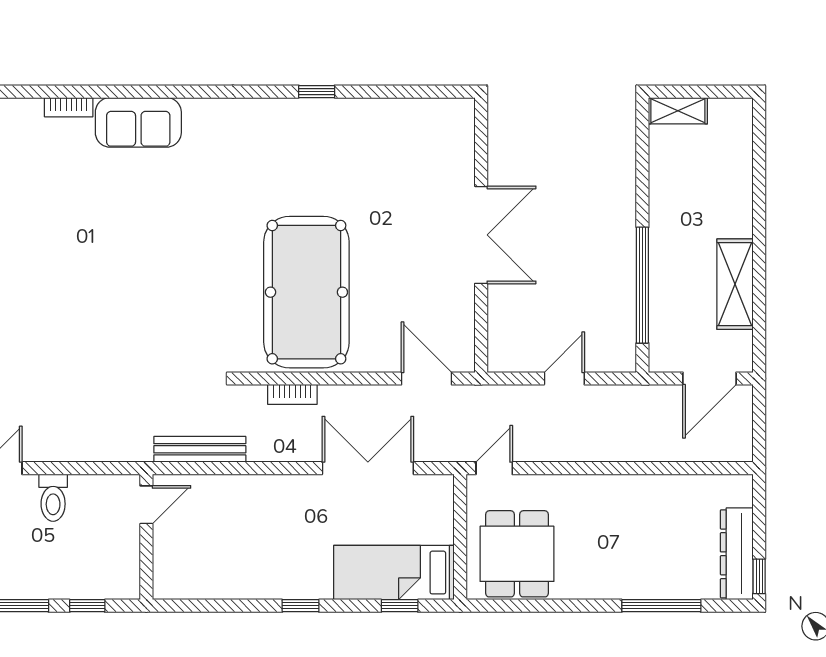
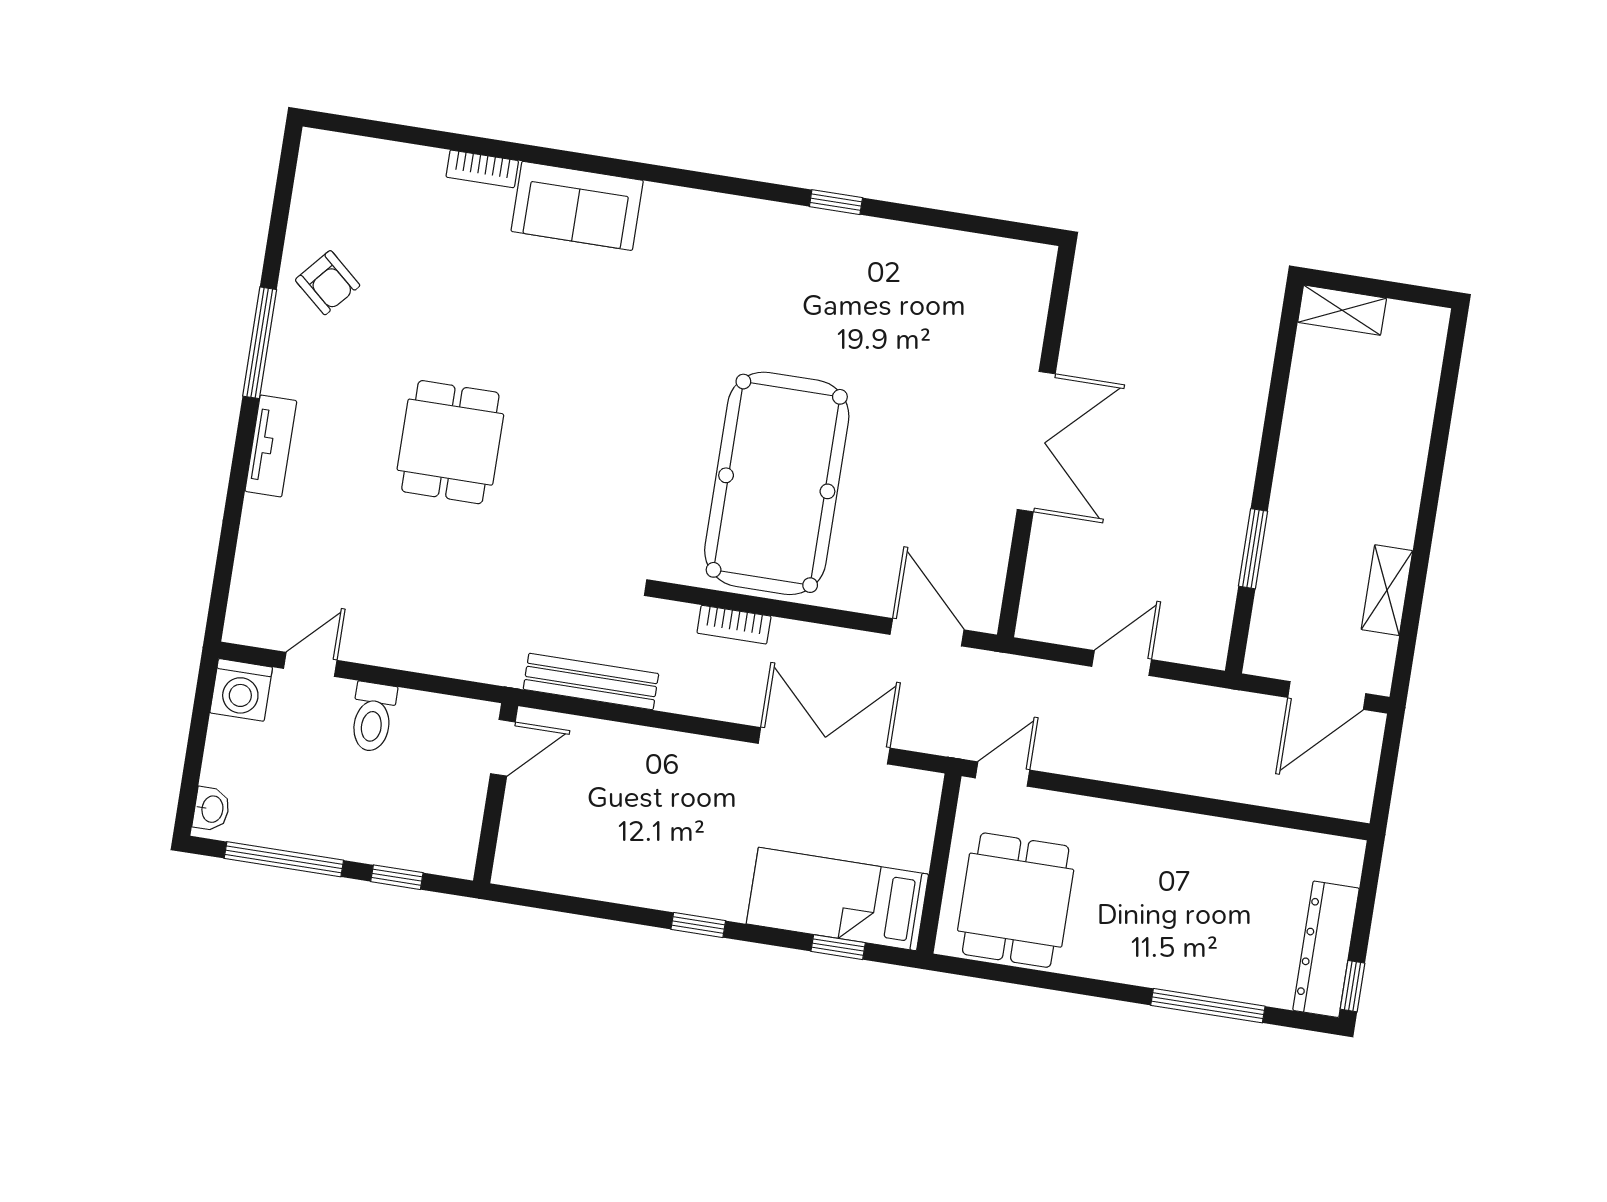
shelving: (735, 284) -> (1387, 590), width x0.67, depth x0.75
window: (642, 285) -> (1253, 549), width x0.47
dining table: (77, 299) -> (450, 442), added

